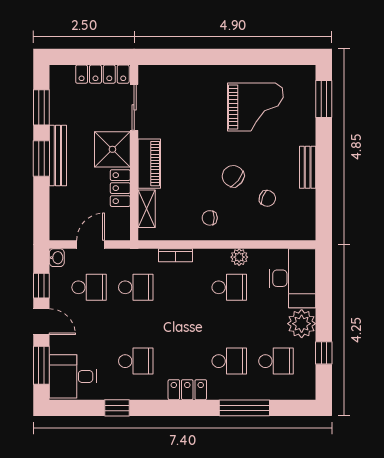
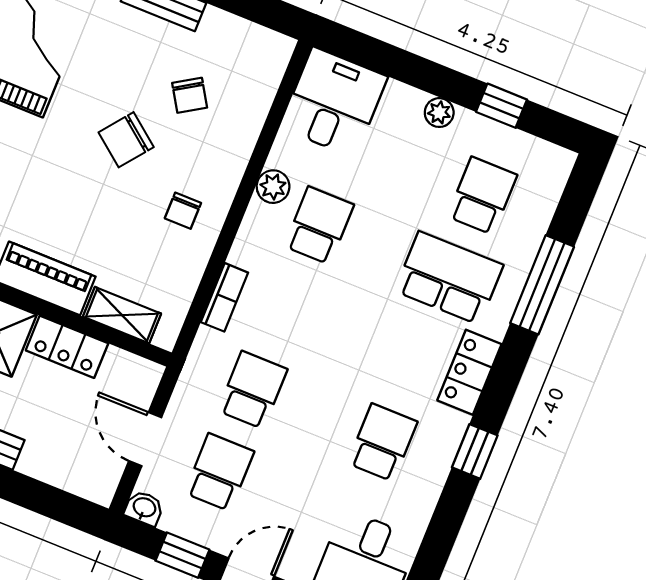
chair: (267, 198) -> (190, 95), turned 126
desk: (292, 278) -> (334, 102), width x0.73
plant: (302, 324) -> (439, 113), width x0.53, depth x0.53
school desk: (229, 361) -> (449, 278), width x1.85
window: (117, 408) -> (475, 451), moved

